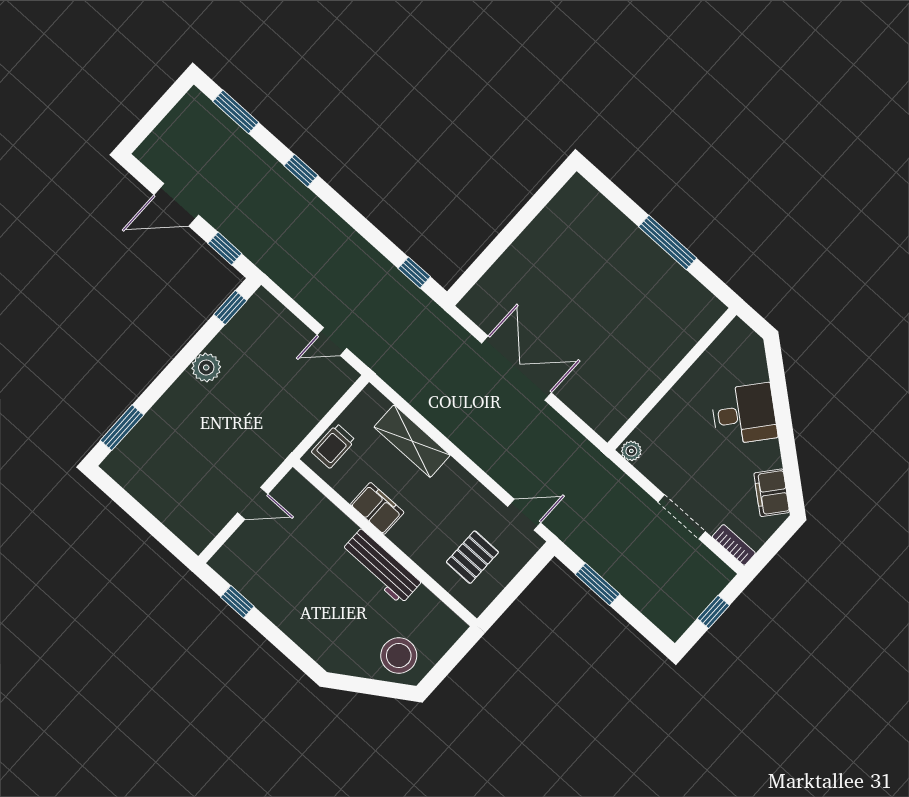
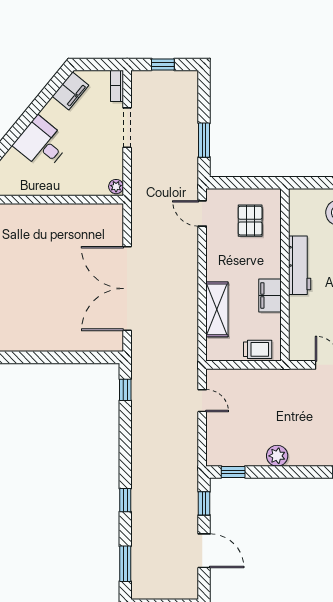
double door: (516, 368) -> (127, 289), width x1.36
pallet: (472, 557) -> (250, 221), turned 90

